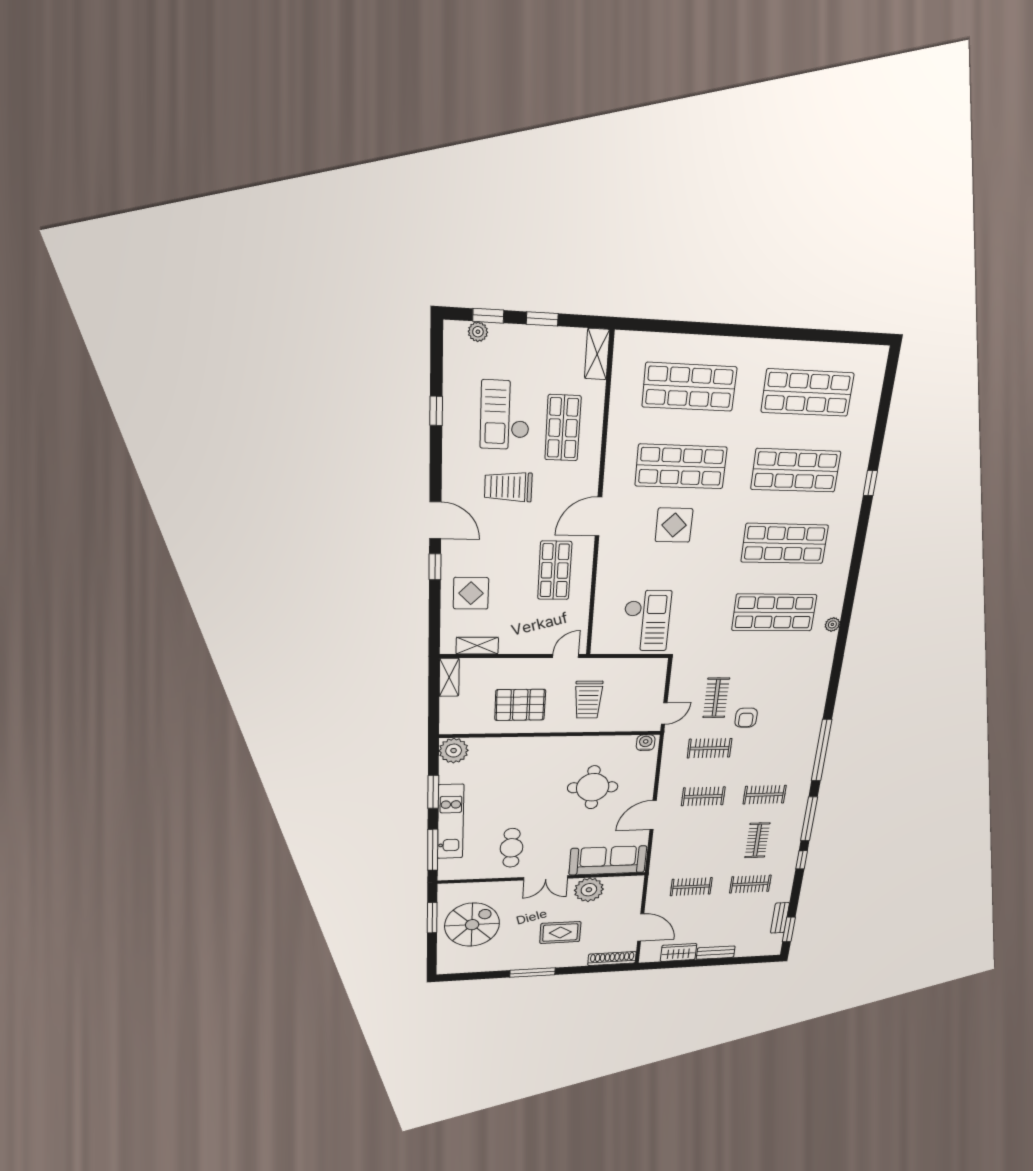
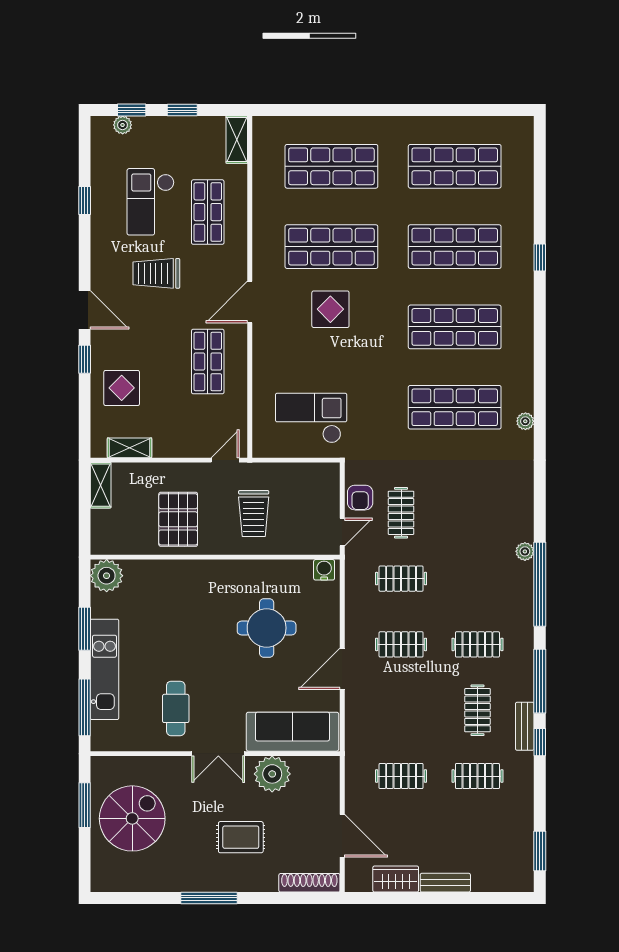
checkout: (647, 621) -> (311, 418), turned -90
pallet: (520, 705) -> (178, 519), turned 90
armchair: (746, 718) -> (360, 498), moved
plant: (814, 726) -> (525, 551), added
bench: (780, 918) -> (525, 726), moved

